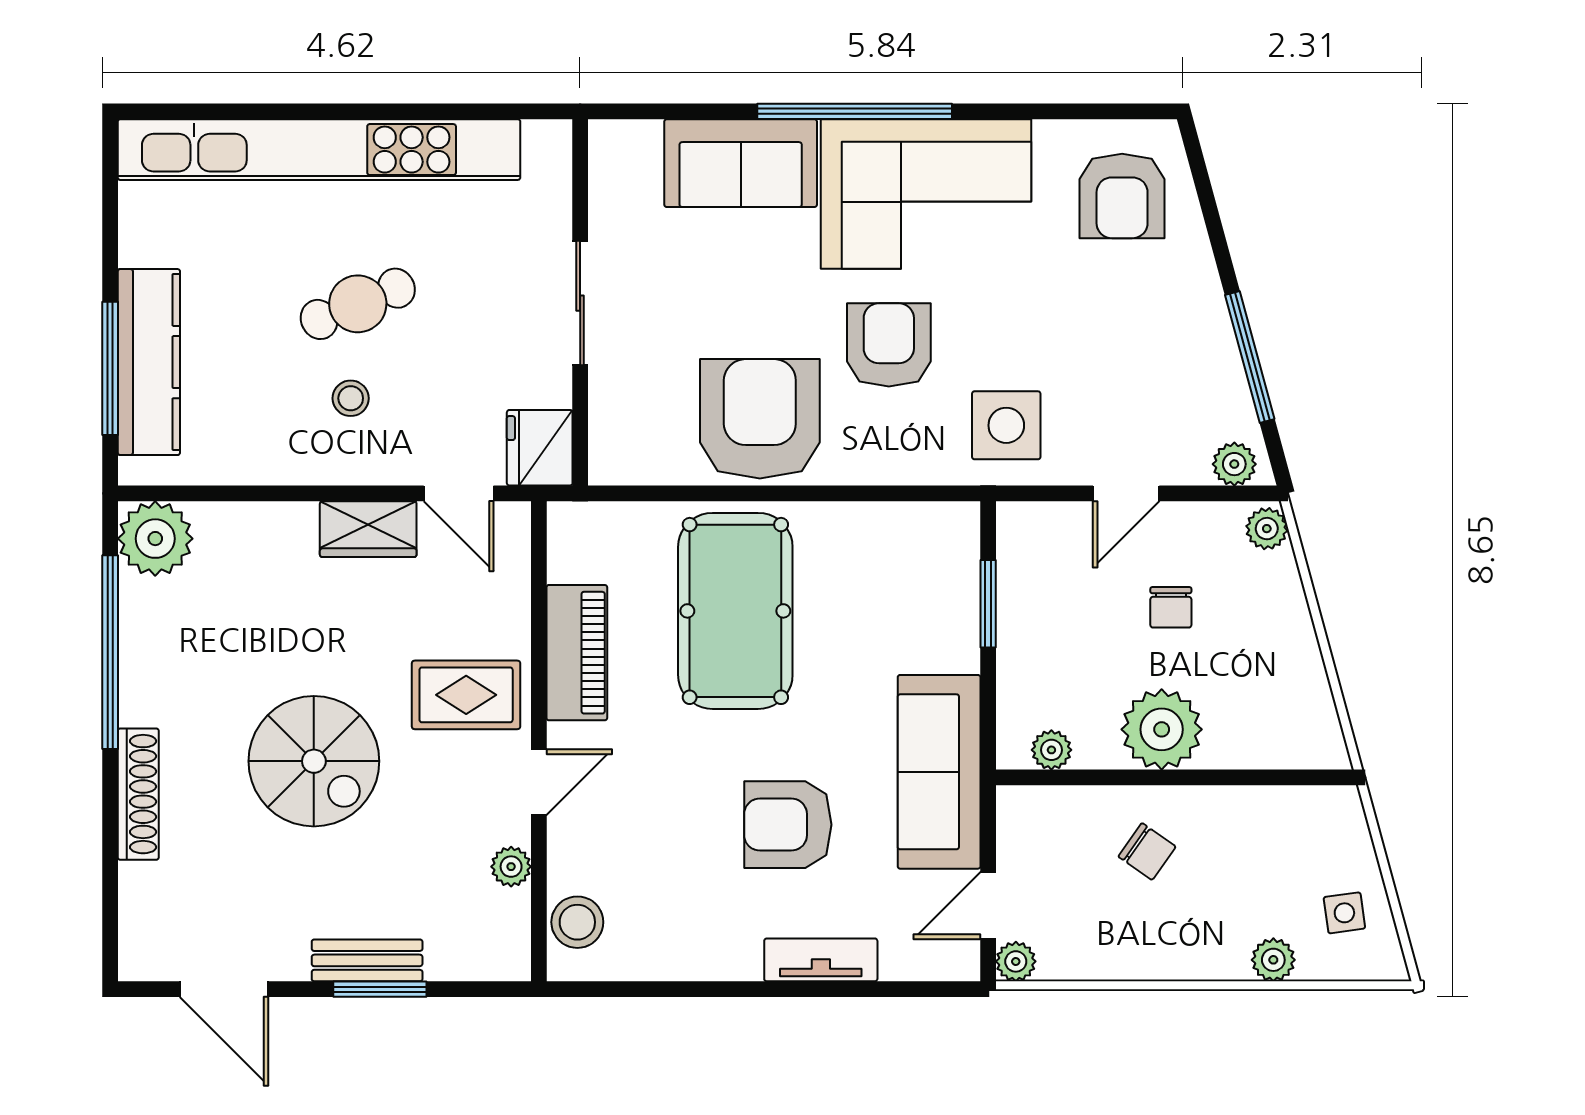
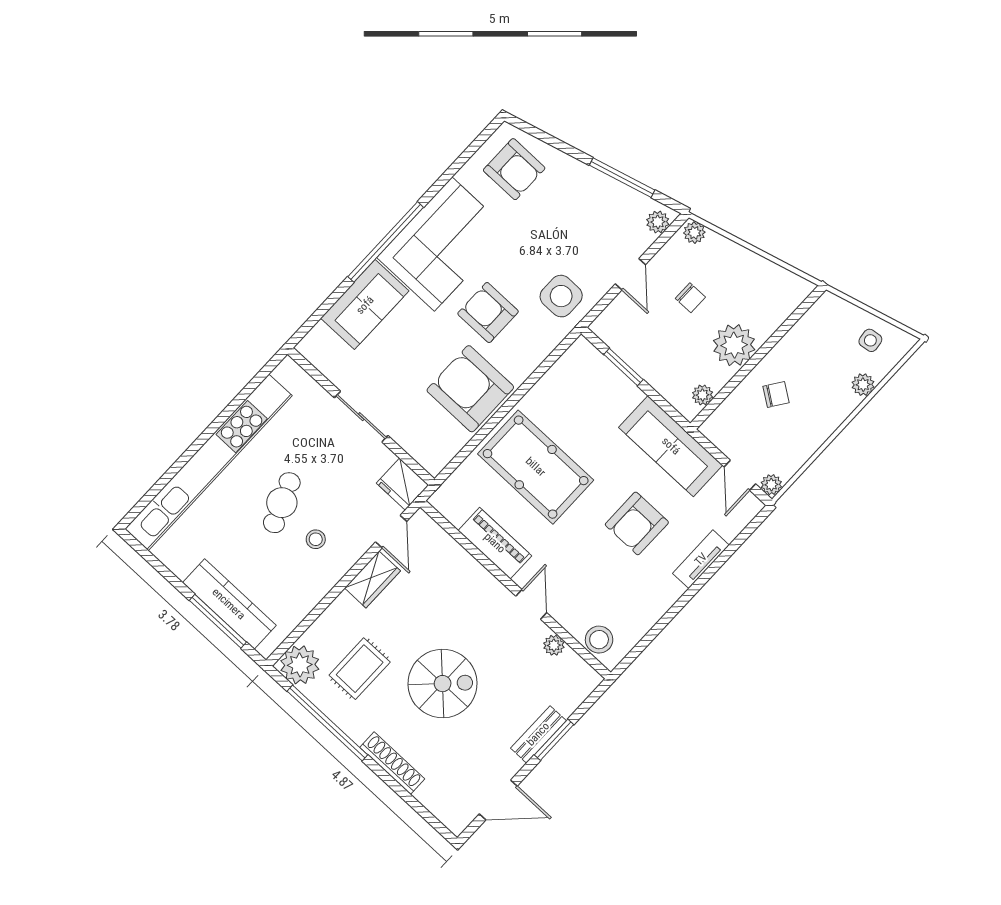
door: (459, 493) -> (391, 532), hinge flipped
rug: (466, 695) -> (360, 669), moved

